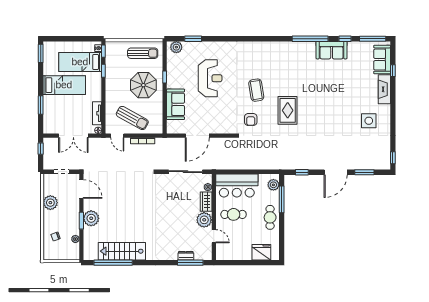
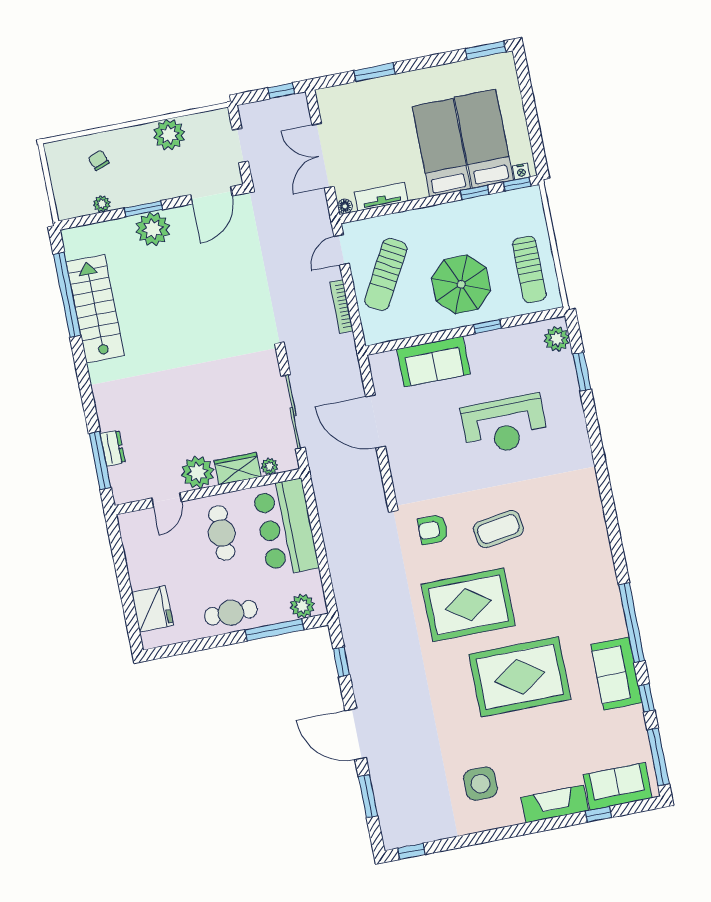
bed: (64, 85) -> (441, 148), moved, turned 180
rug: (324, 94) -> (520, 677), added
rug: (288, 110) -> (468, 605), width x1.37, depth x1.44

